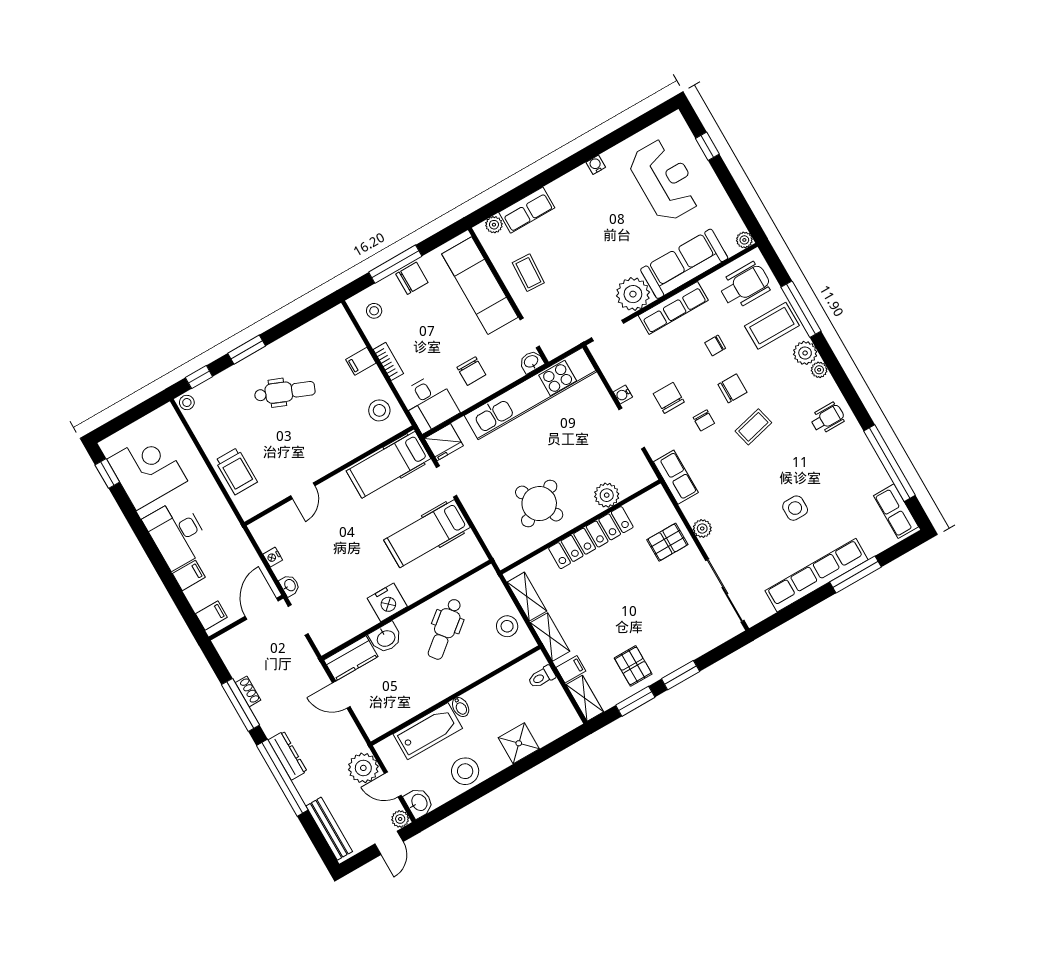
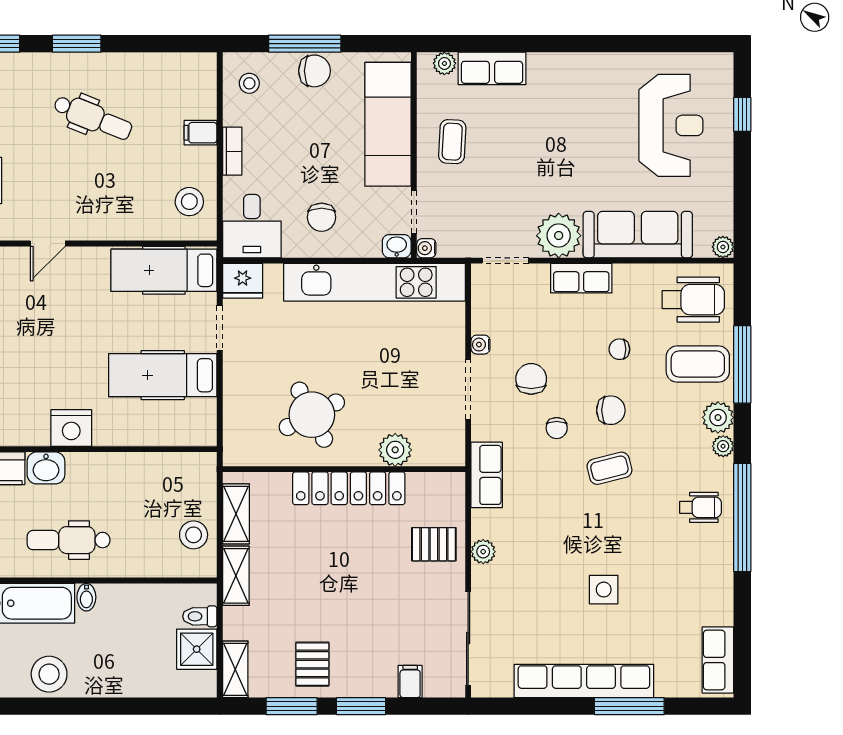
water cooler: (596, 165) -> (426, 248), moved, turned -90
row of seats: (673, 308) -> (581, 278), width x0.68
window: (890, 463) -> (742, 517), moved
dental chair: (445, 629) -> (69, 540), moved, turned 39
filing cabinet: (571, 669) -> (410, 682), moved, turned -90
shower: (519, 743) -> (197, 649), moved

